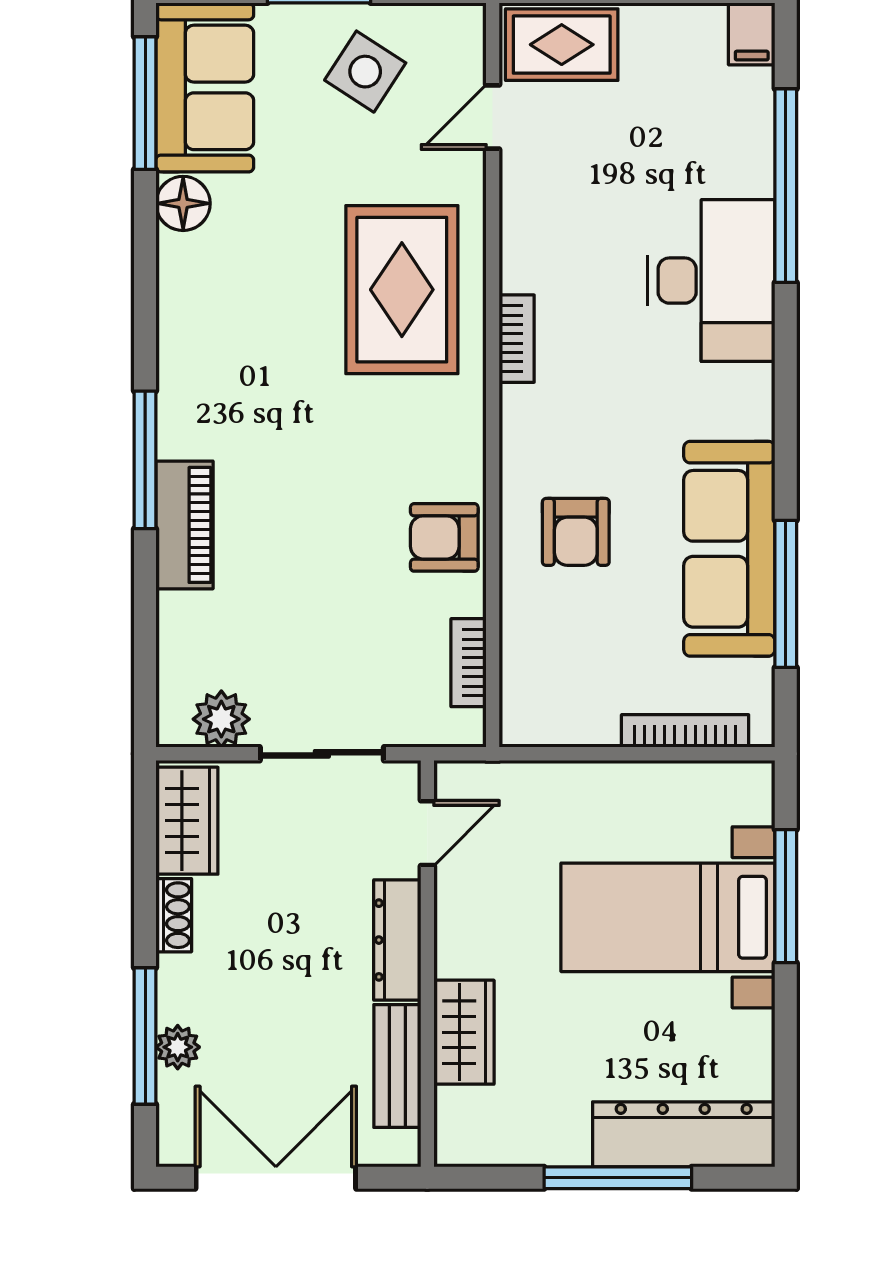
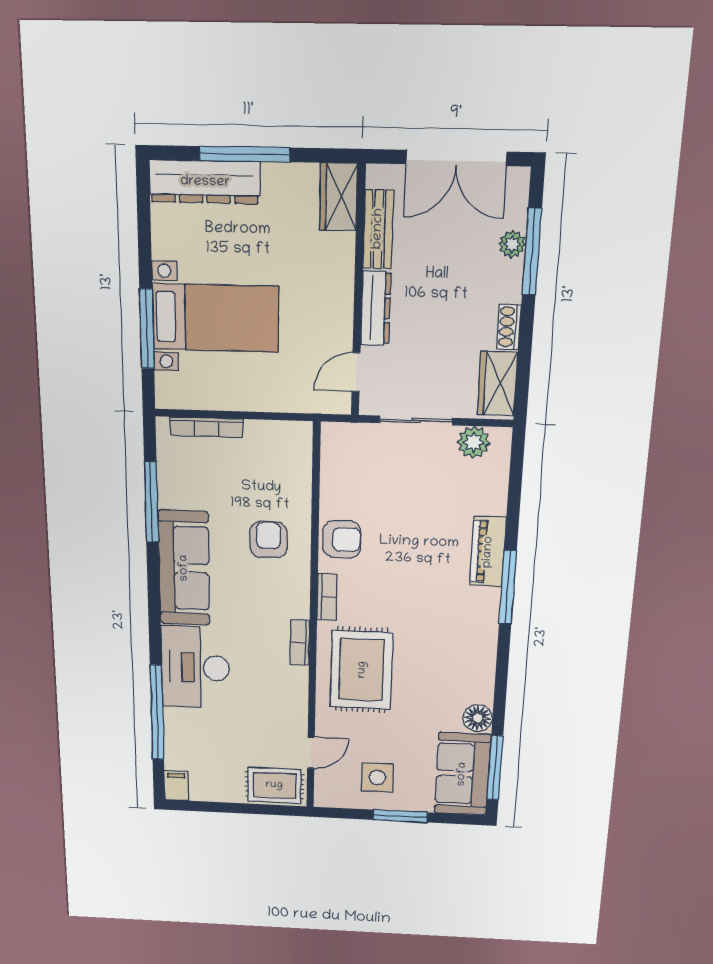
side table: (365, 72) -> (377, 778), turned -33
sofa: (729, 549) -> (184, 568), moved
bookcase: (469, 663) -> (327, 597), moved
wardrobe: (464, 1032) -> (338, 197), moved

